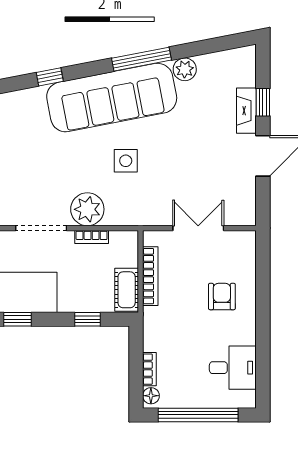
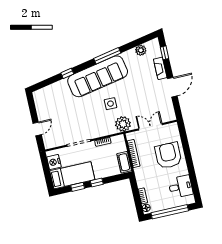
plant: (185, 69) -> (141, 50), moved
window: (263, 102) -> (165, 53), moved
plant: (87, 209) -> (123, 124), moved
armchair: (222, 296) -> (168, 155), width x1.88, depth x1.88
window: (88, 319) -> (97, 183), moved

